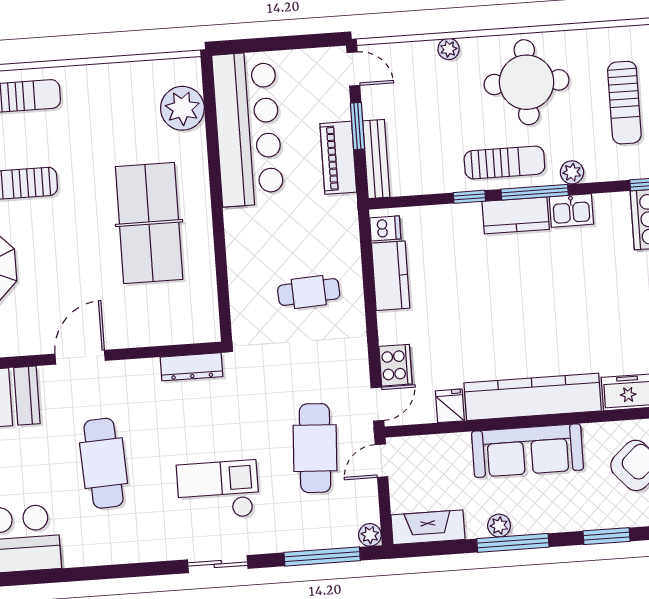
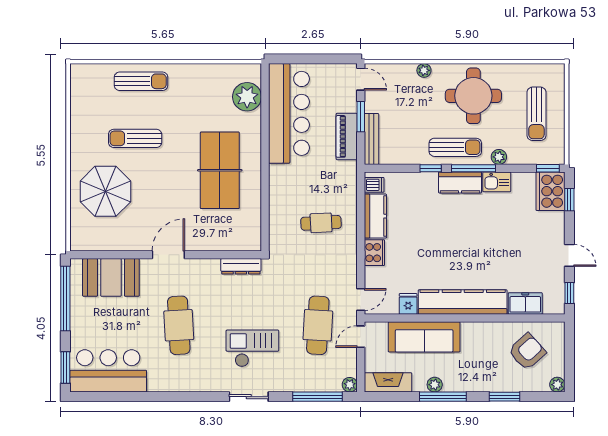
cooker: (396, 365) -> (374, 253), moved
sofa: (527, 451) -> (424, 337), moved

